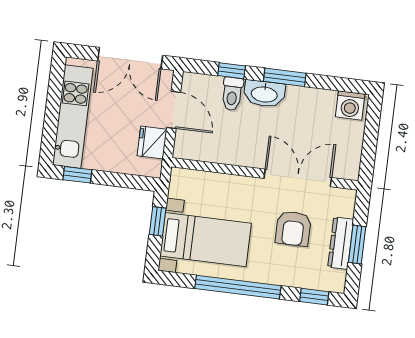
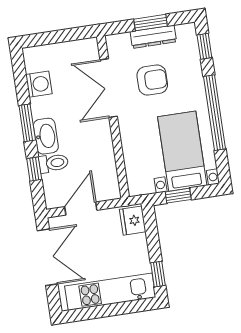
washing machine: (350, 105) -> (39, 84), moved
fridge: (152, 142) -> (133, 221), moved, turned 90

